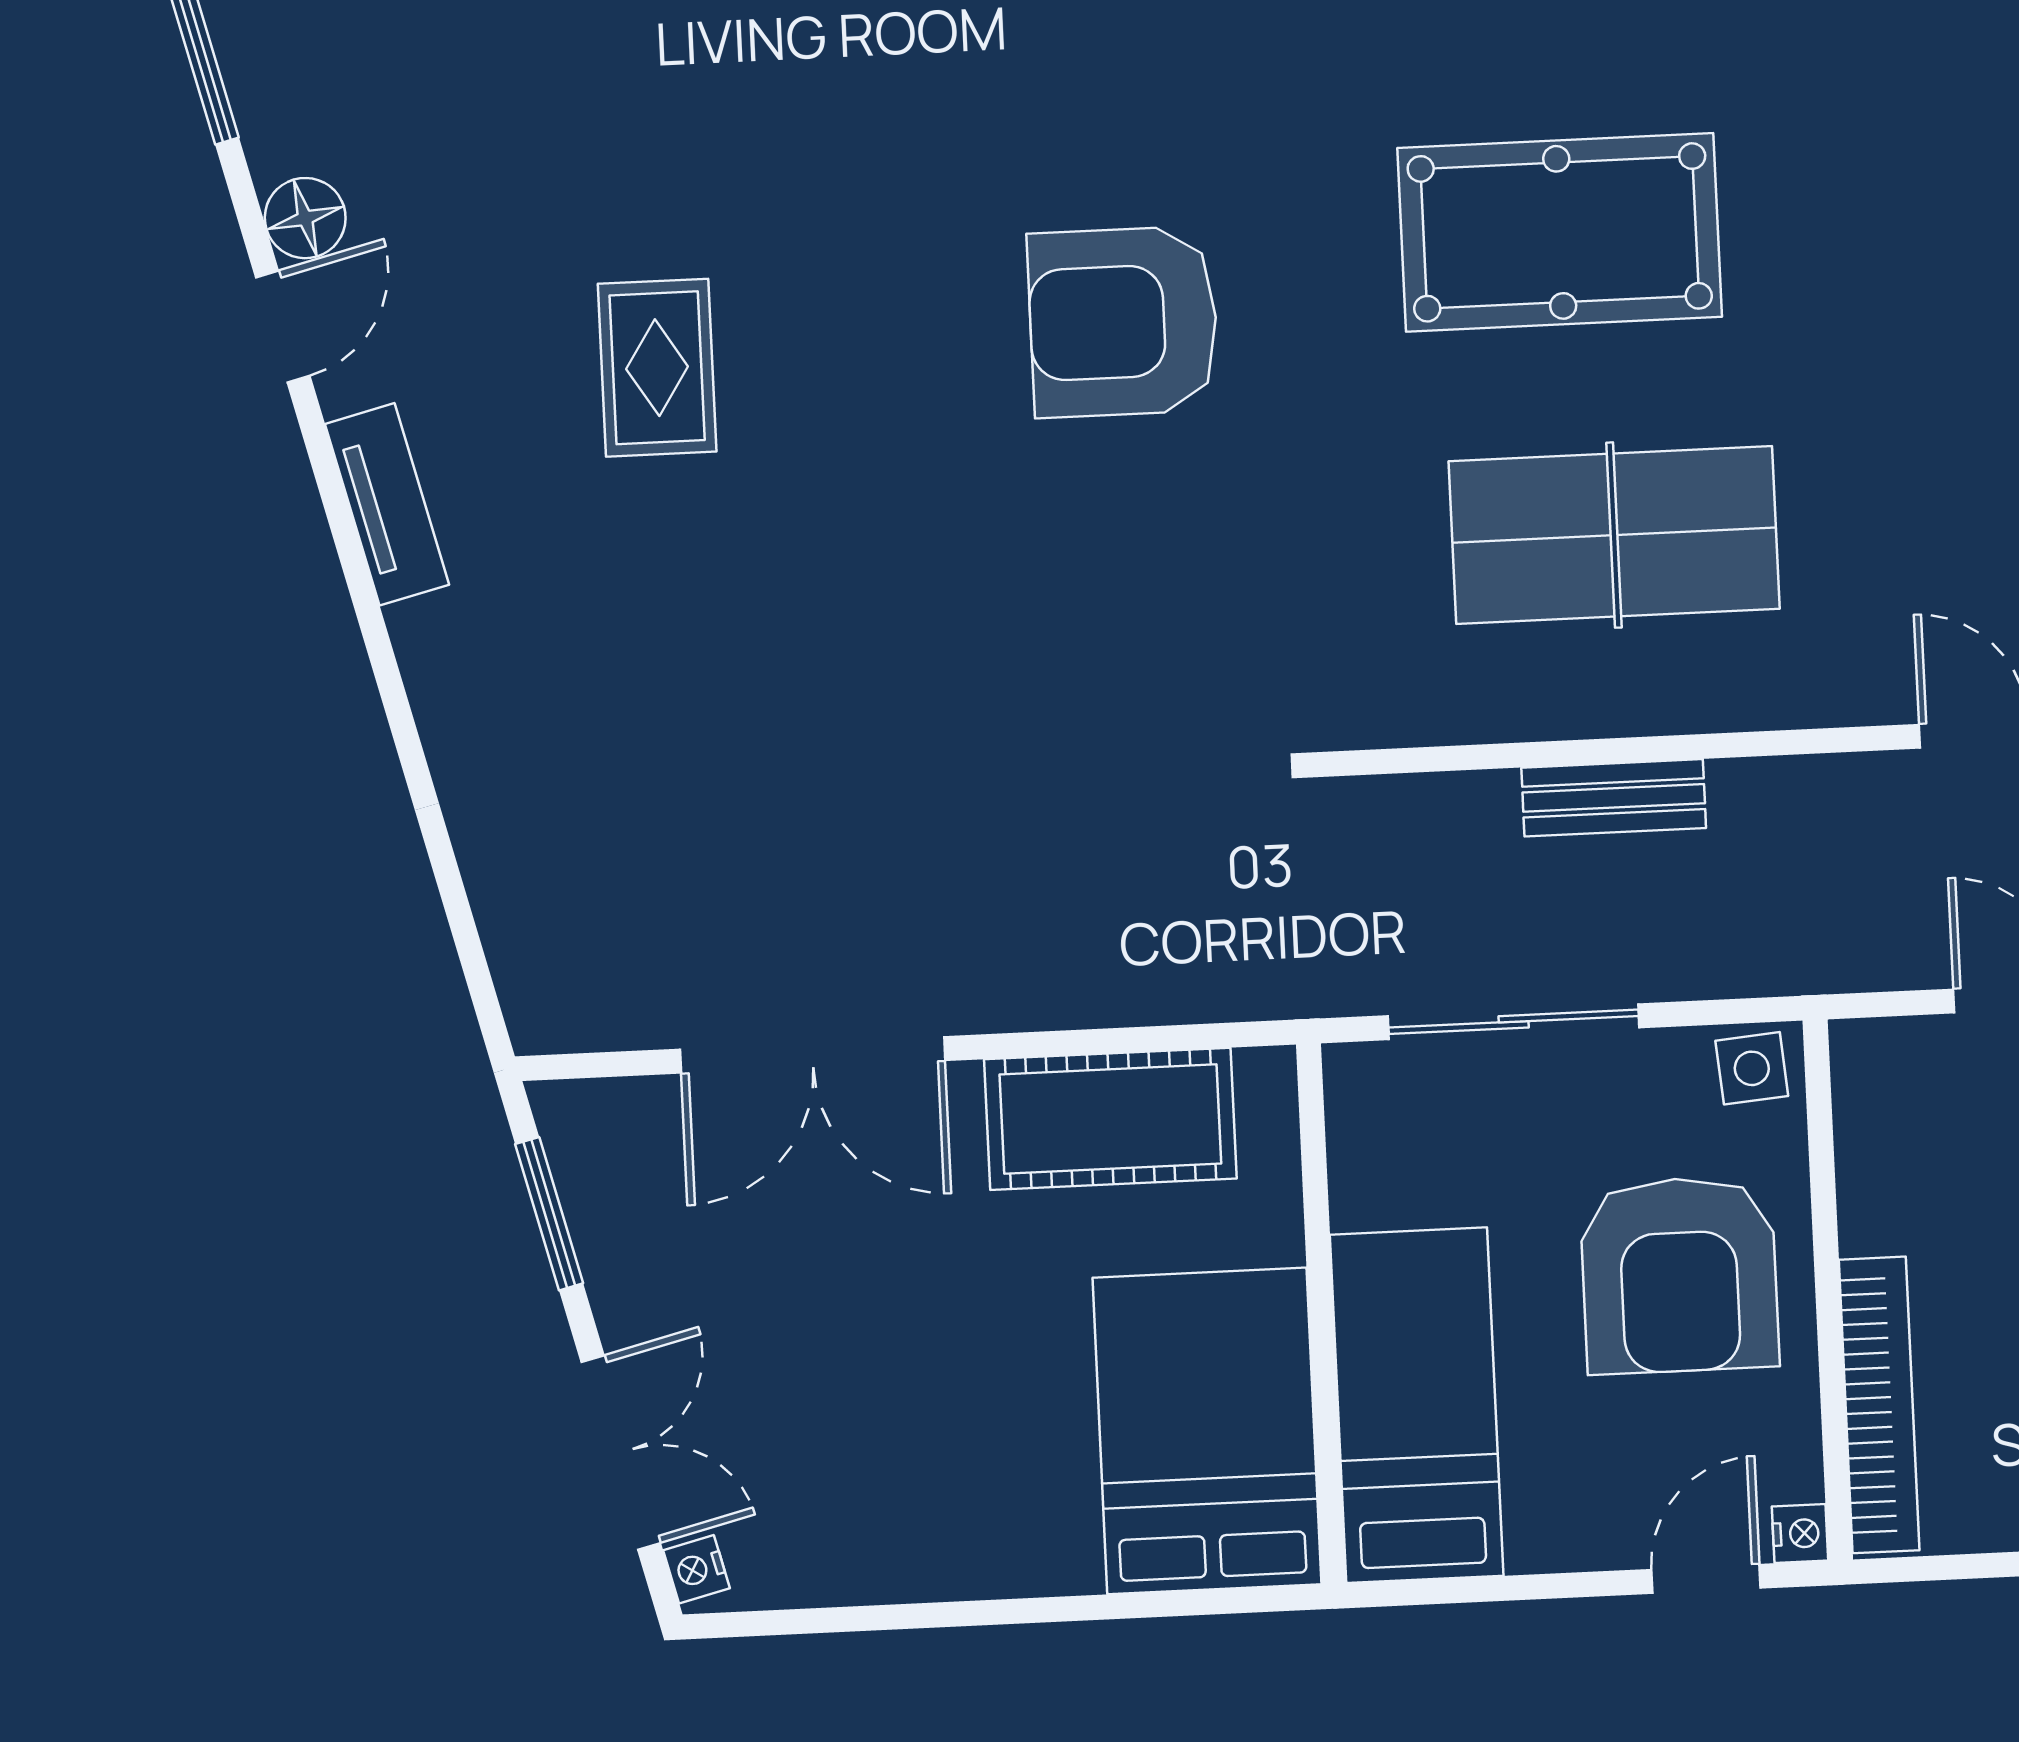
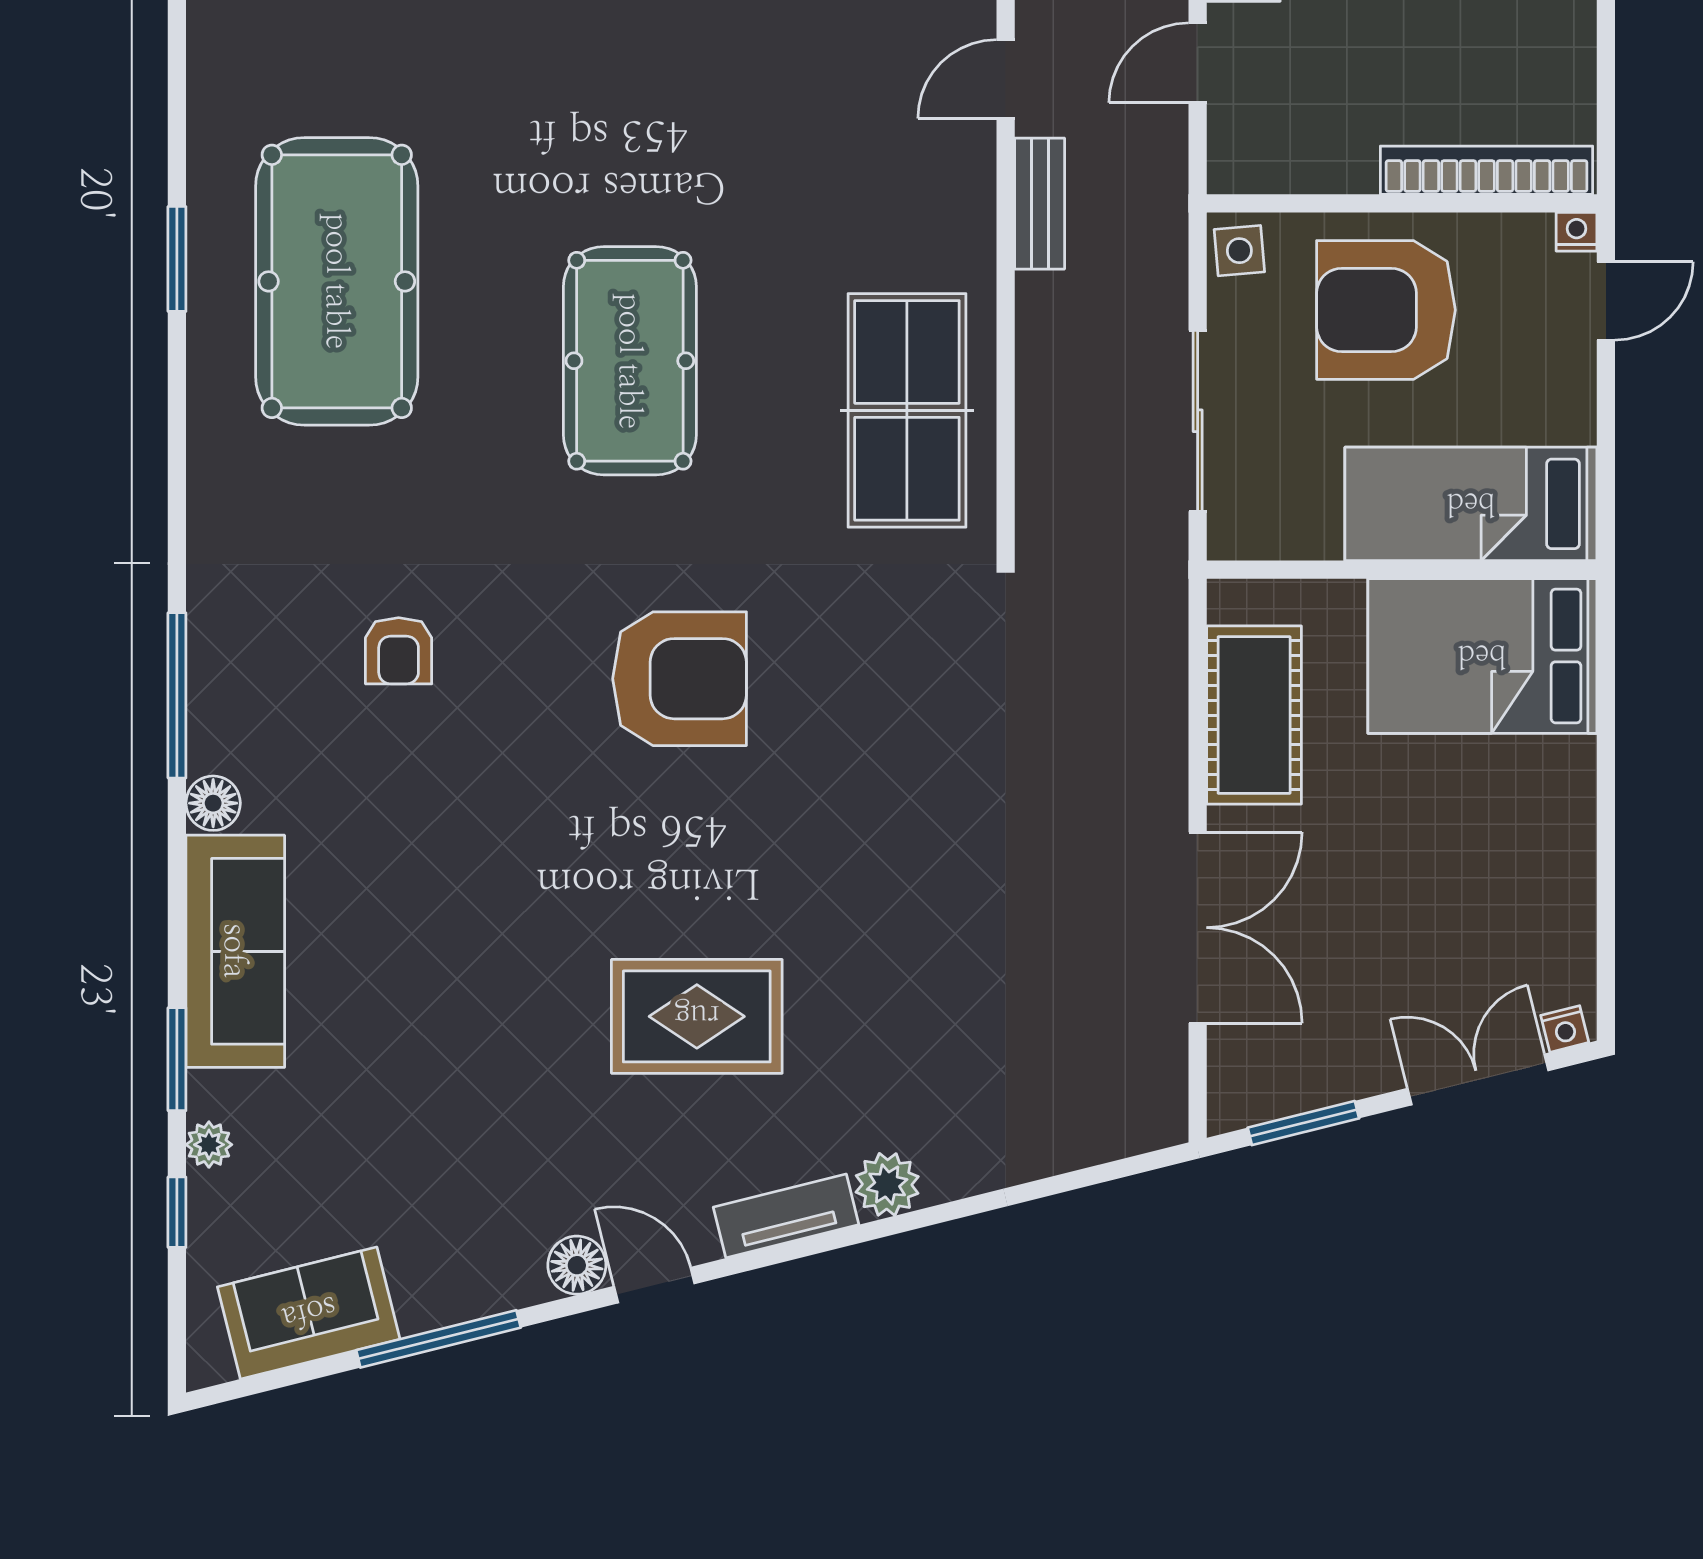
armchair: (1123, 322) -> (680, 679), turned -90
rug: (657, 368) -> (697, 1016), width x1.36, depth x1.43
table tennis table: (1614, 535) -> (907, 410), moved
plant: (437, 642) -> (887, 1184), added
bench: (1614, 798) -> (1040, 204), moved
armchair: (1679, 1275) -> (1386, 310), turned 180
door: (1706, 1579) -> (1606, 301), swing flipped

